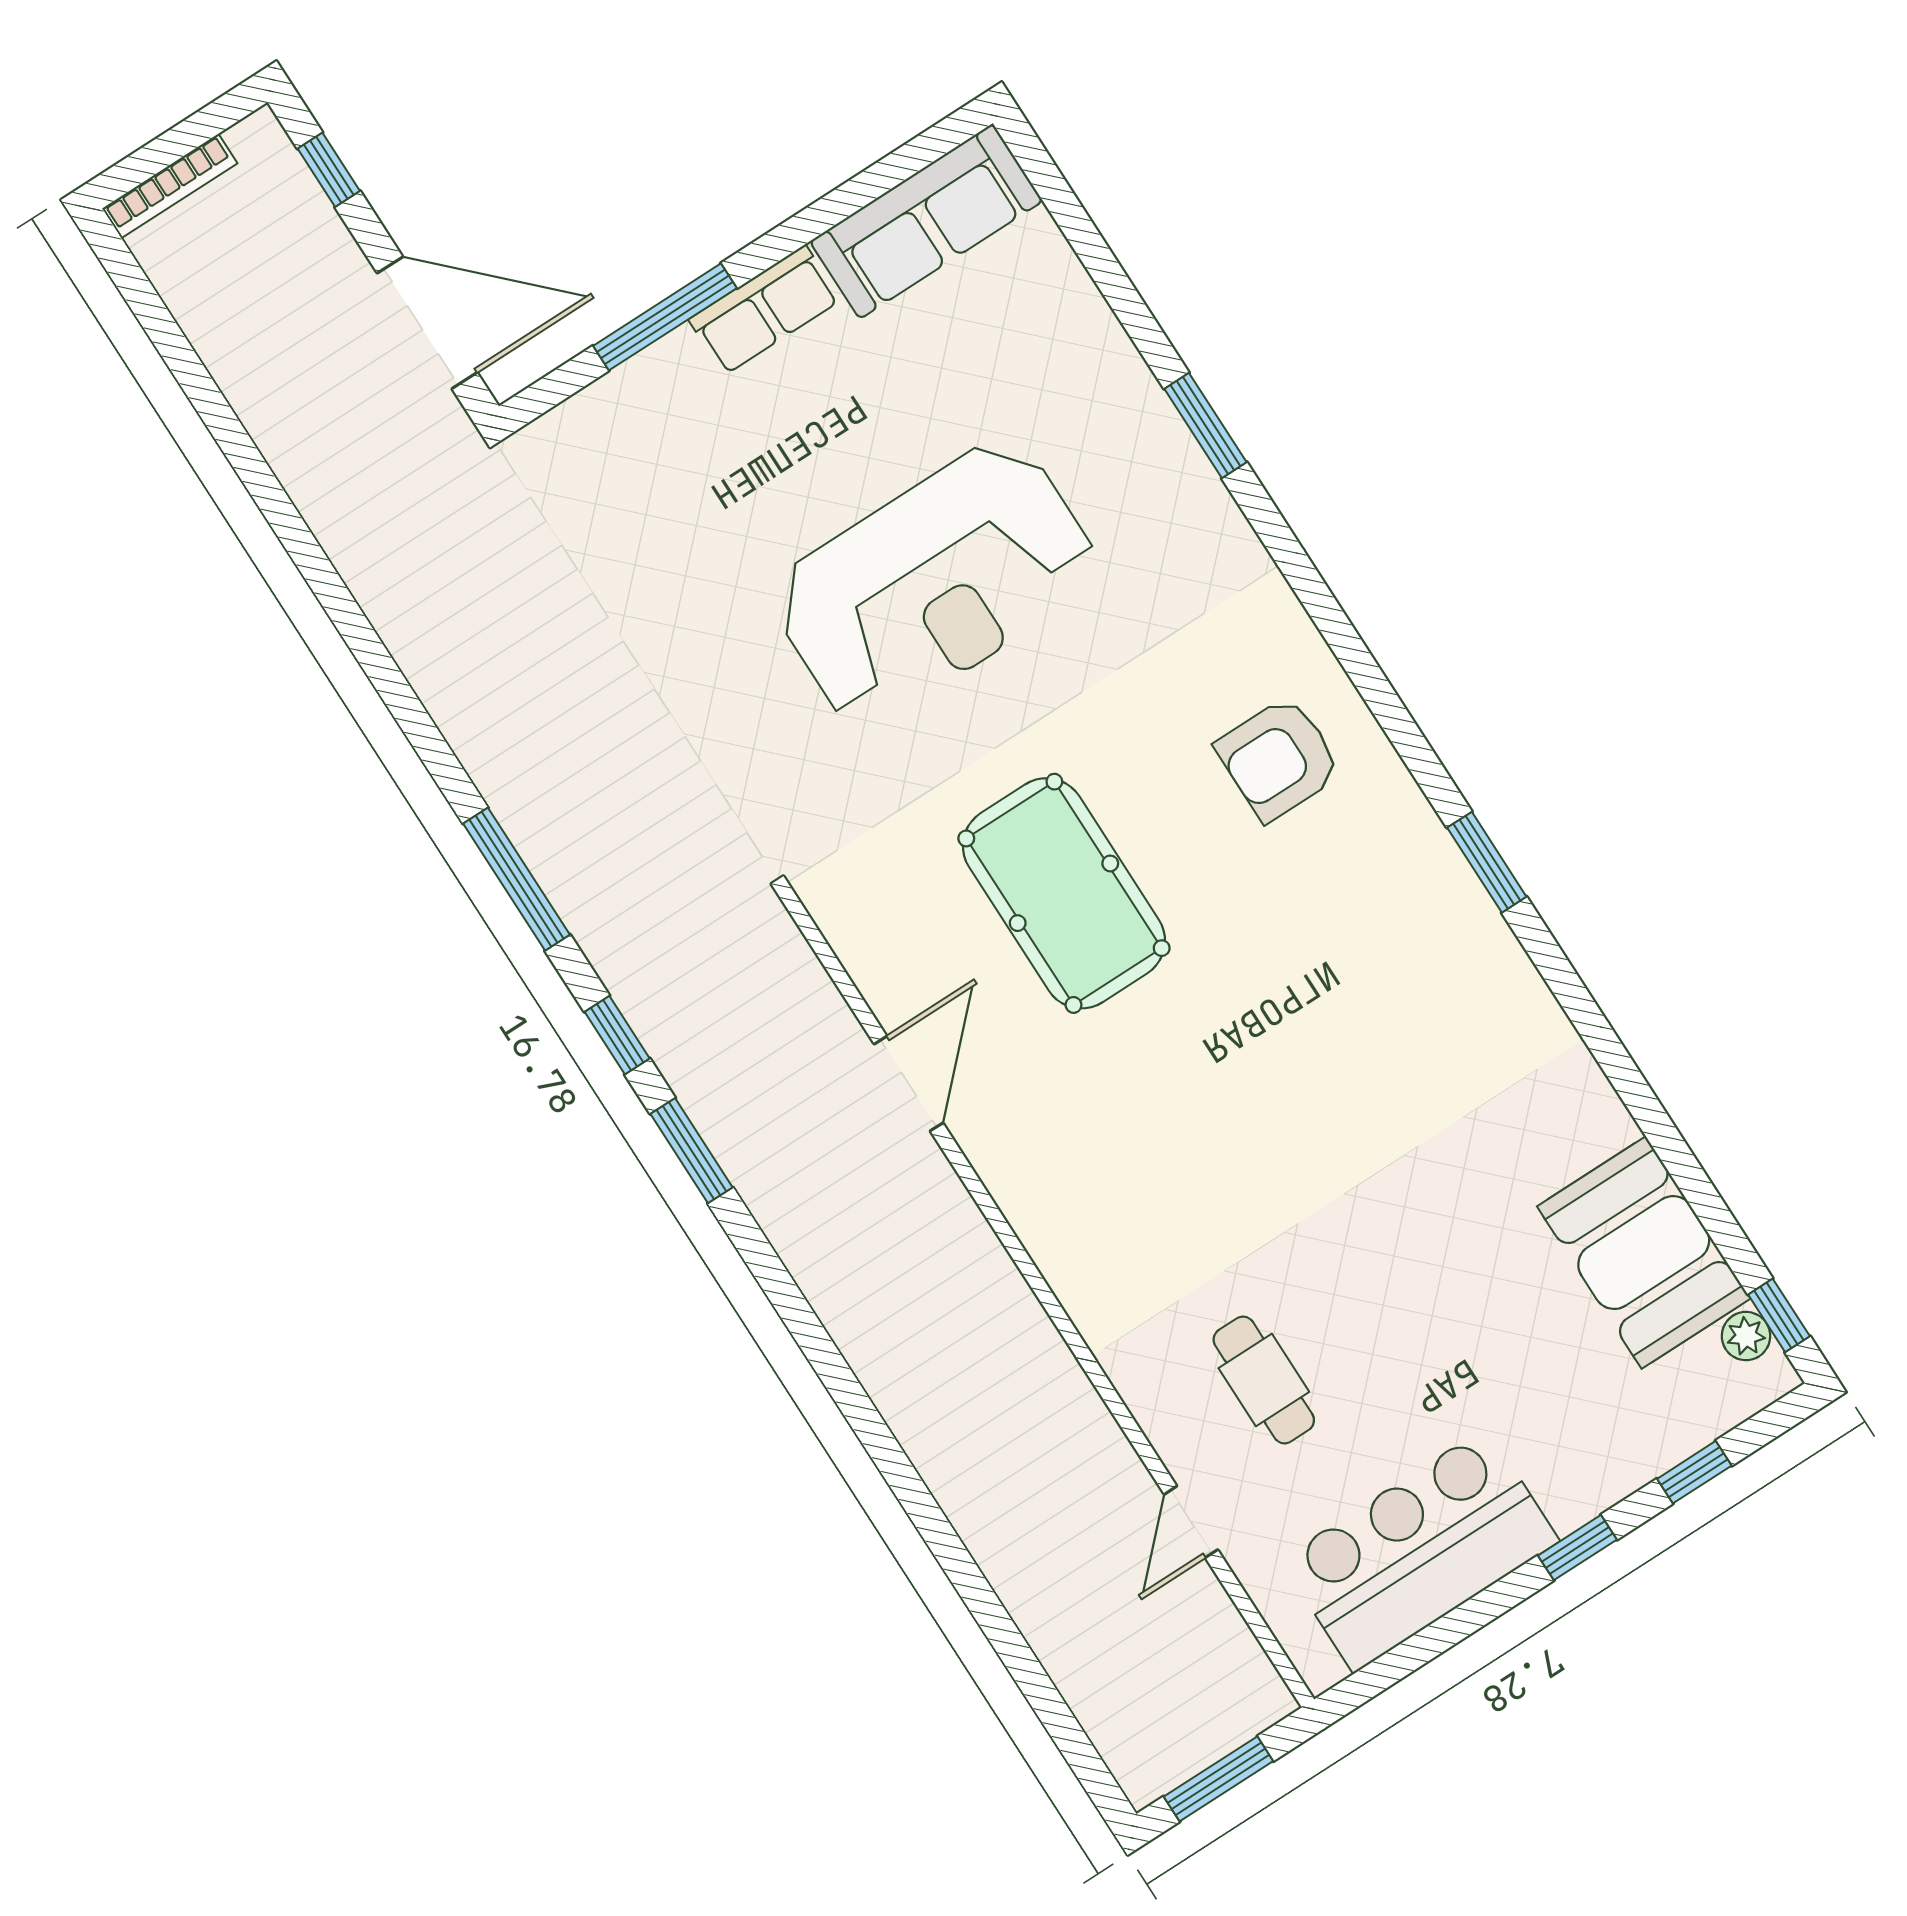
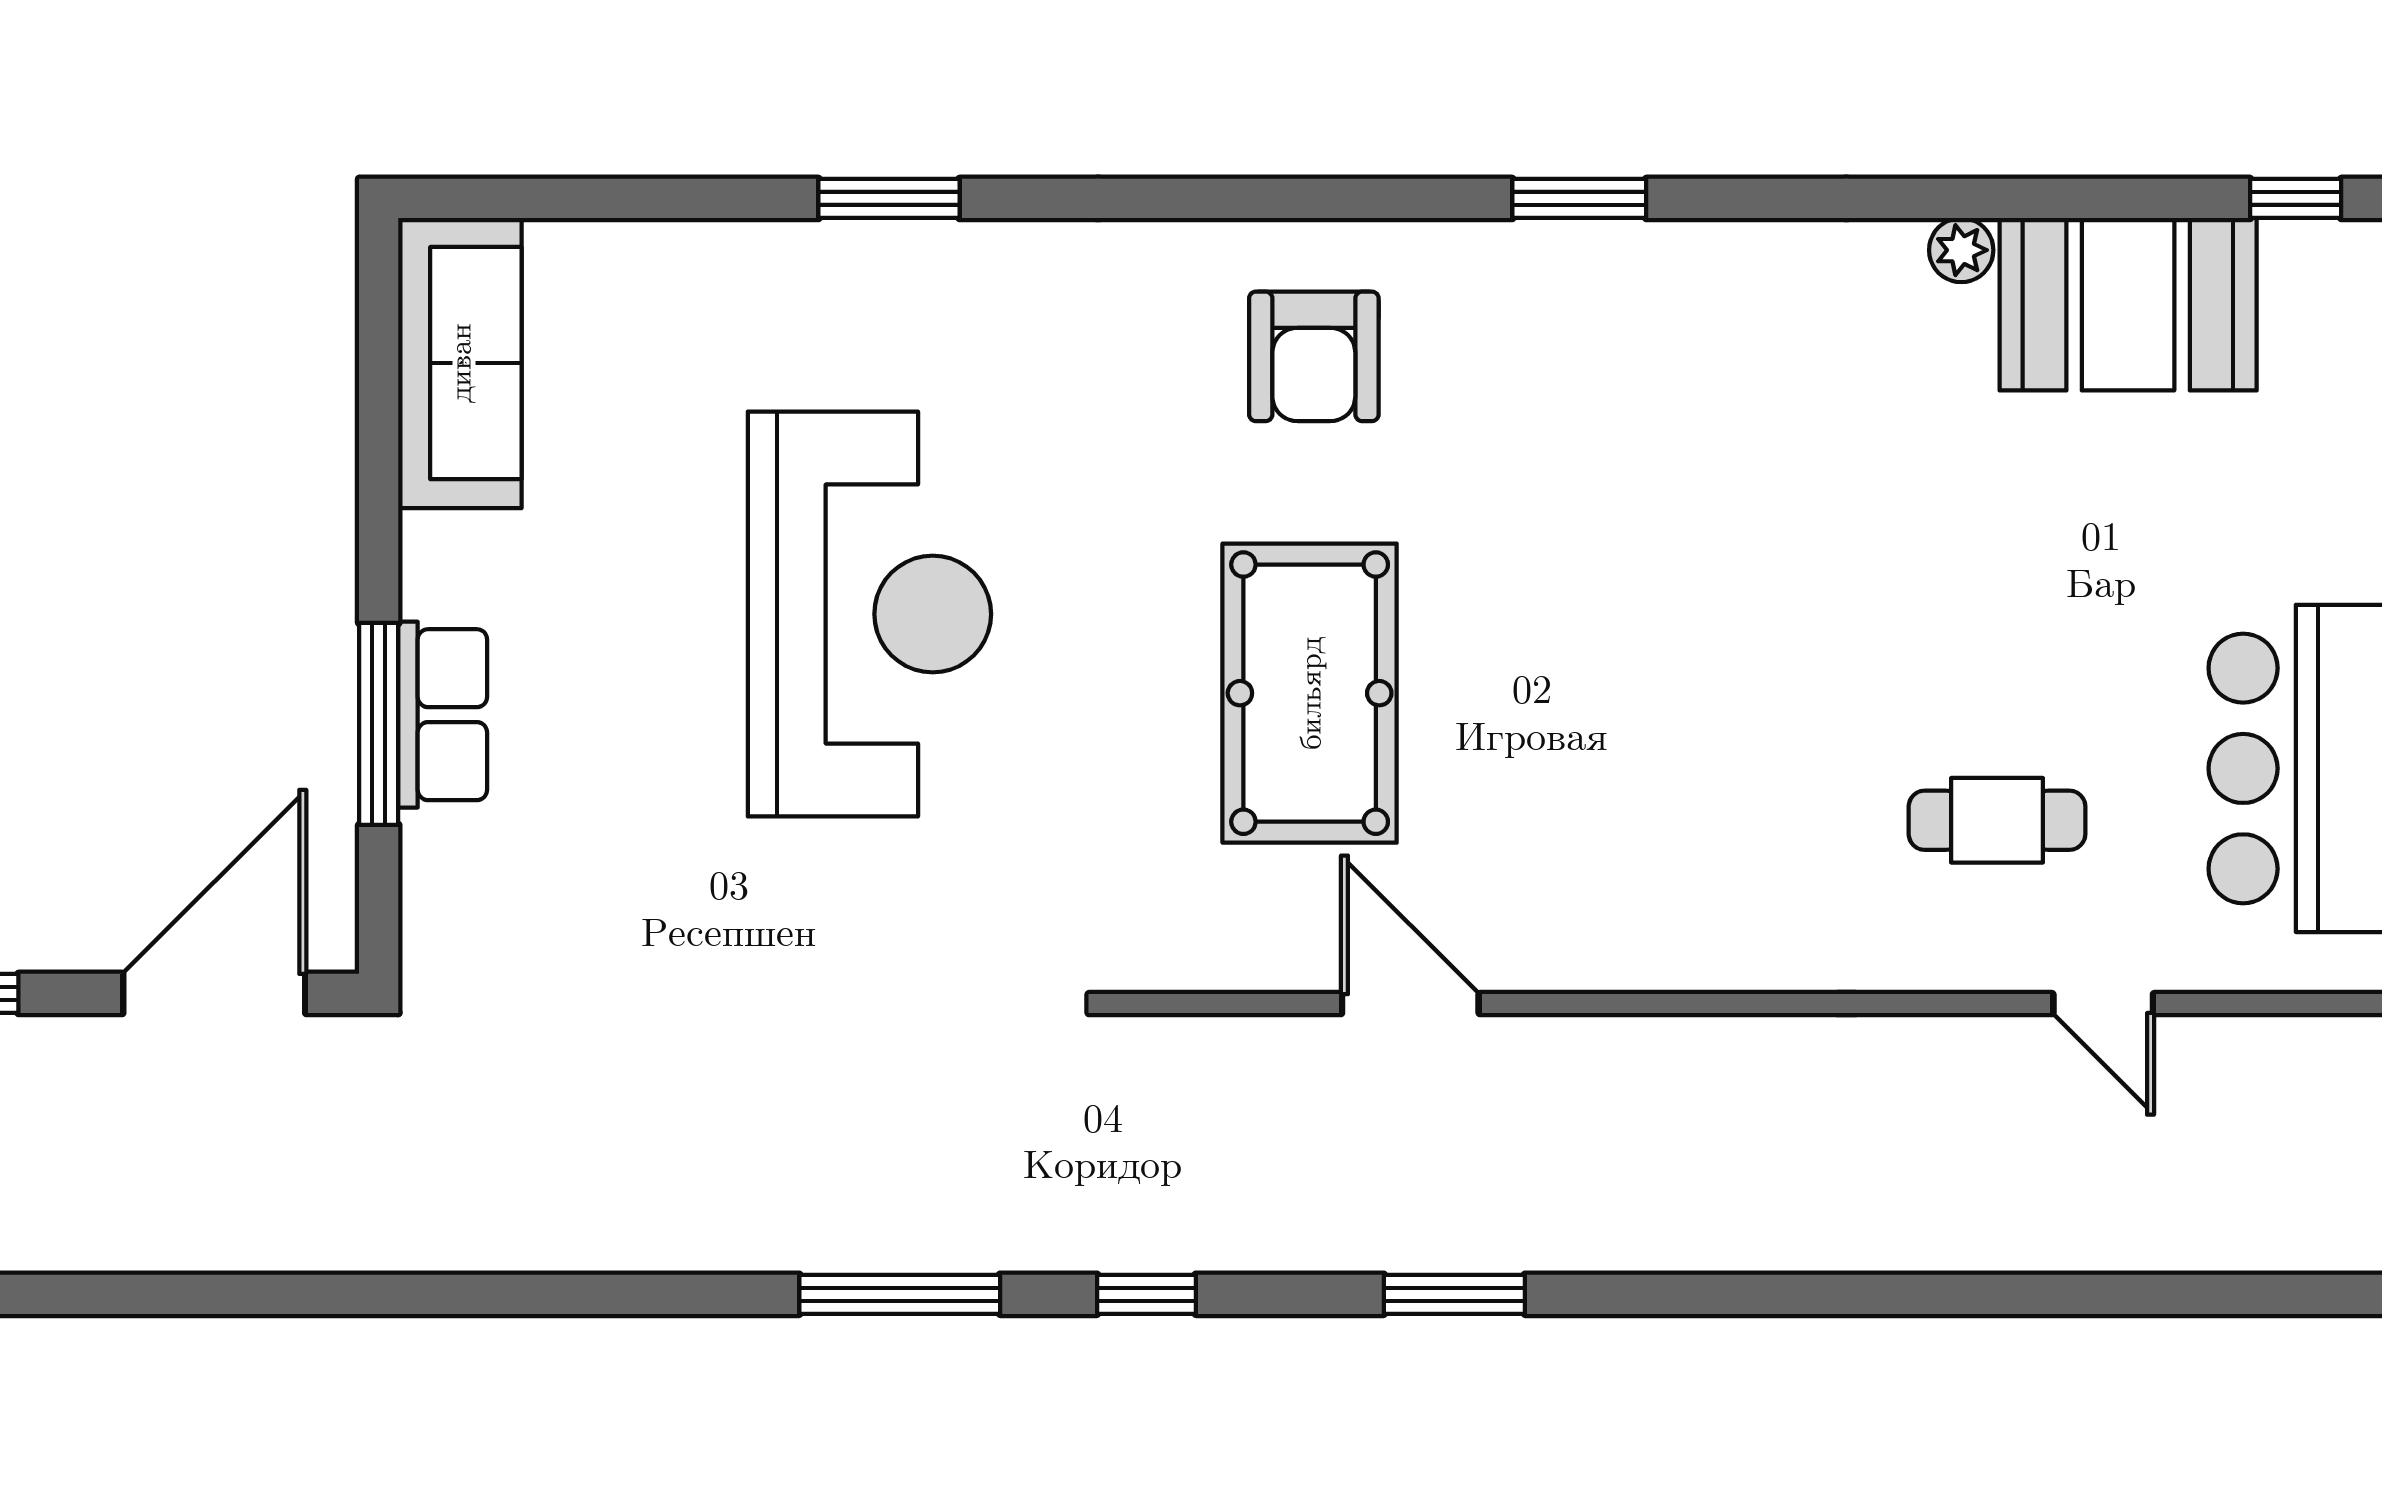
row of seats: (765, 310) -> (443, 715), moved
pool table: (1064, 893) -> (1310, 693), turned 90
window: (692, 1151) -> (1454, 1294), moved
plant: (1746, 1336) -> (1961, 250), moved

